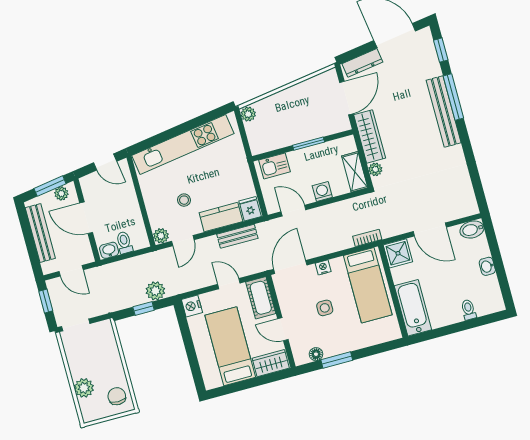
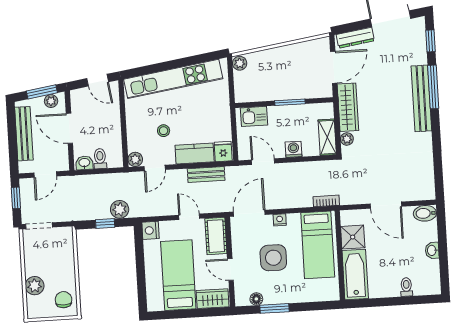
shower: (398, 253) -> (353, 237), moved
door: (71, 271) -> (45, 174), hinge flipped
side table: (325, 308) -> (273, 258), width x1.87, depth x1.87

